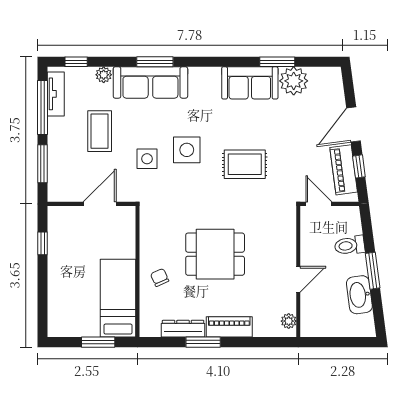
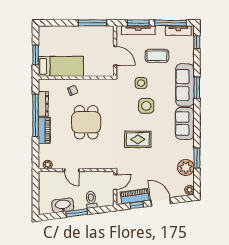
plant: (104, 75) -> (189, 190), moved
sofa: (250, 83) -> (185, 123), moved
tv unit: (55, 164) -> (138, 30), added
rug: (245, 164) -> (138, 139), turned 90
window: (42, 243) -> (92, 23), width x2.17
window: (203, 342) -> (36, 115), width x2.11

